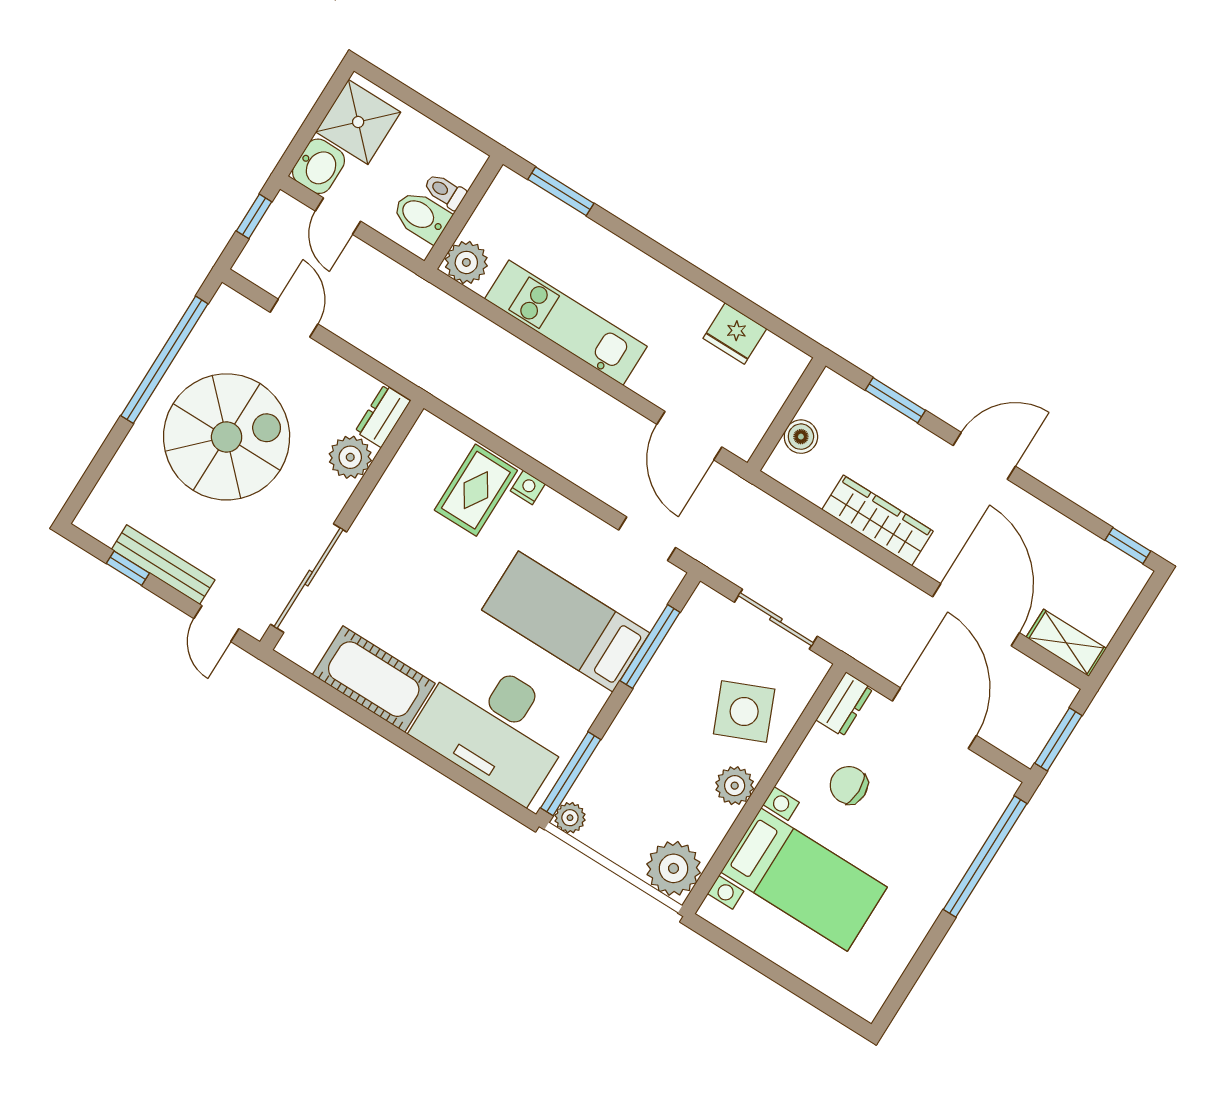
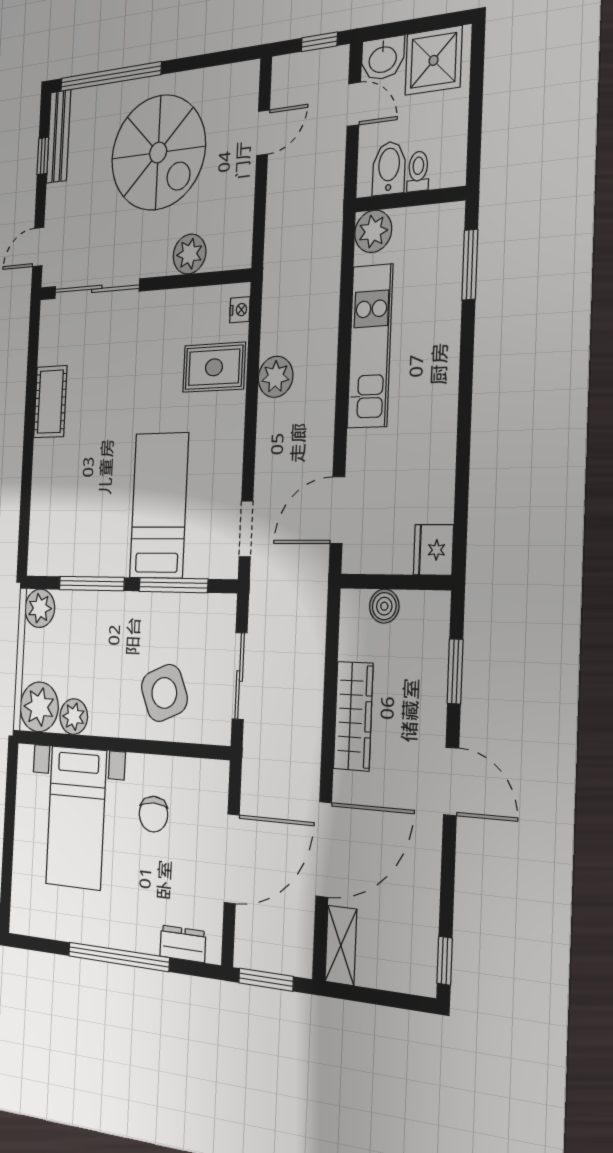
door: (338, 216) -> (354, 104), swing flipped
fridge: (735, 334) -> (433, 550), moved
window: (164, 360) -> (110, 77), moved
dresser: (383, 416) -> (229, 256), removed
plant: (529, 431) -> (276, 377), added
nightstand: (528, 487) -> (240, 310), moved
bench: (163, 565) -> (59, 136), moved
cot: (374, 679) -> (50, 402), width x0.73, depth x0.75
dresser: (844, 704) -> (183, 944), moved, turned 180
desk: (495, 727) -> (67, 502), removed
window: (571, 774) -> (92, 584), moved
chair: (849, 785) -> (153, 814), turned 180
plant: (735, 786) -> (74, 717), moved
plant: (570, 818) -> (40, 608), width x1.38, depth x1.38
window: (985, 857) -> (118, 957), moved

